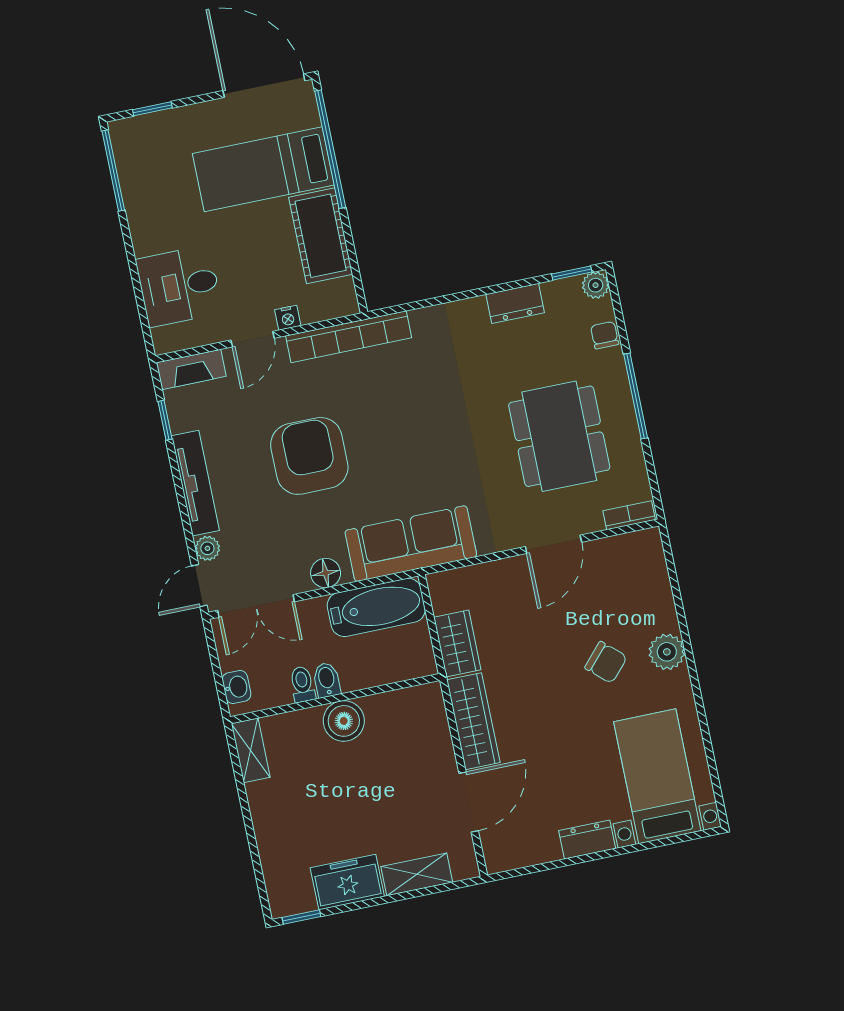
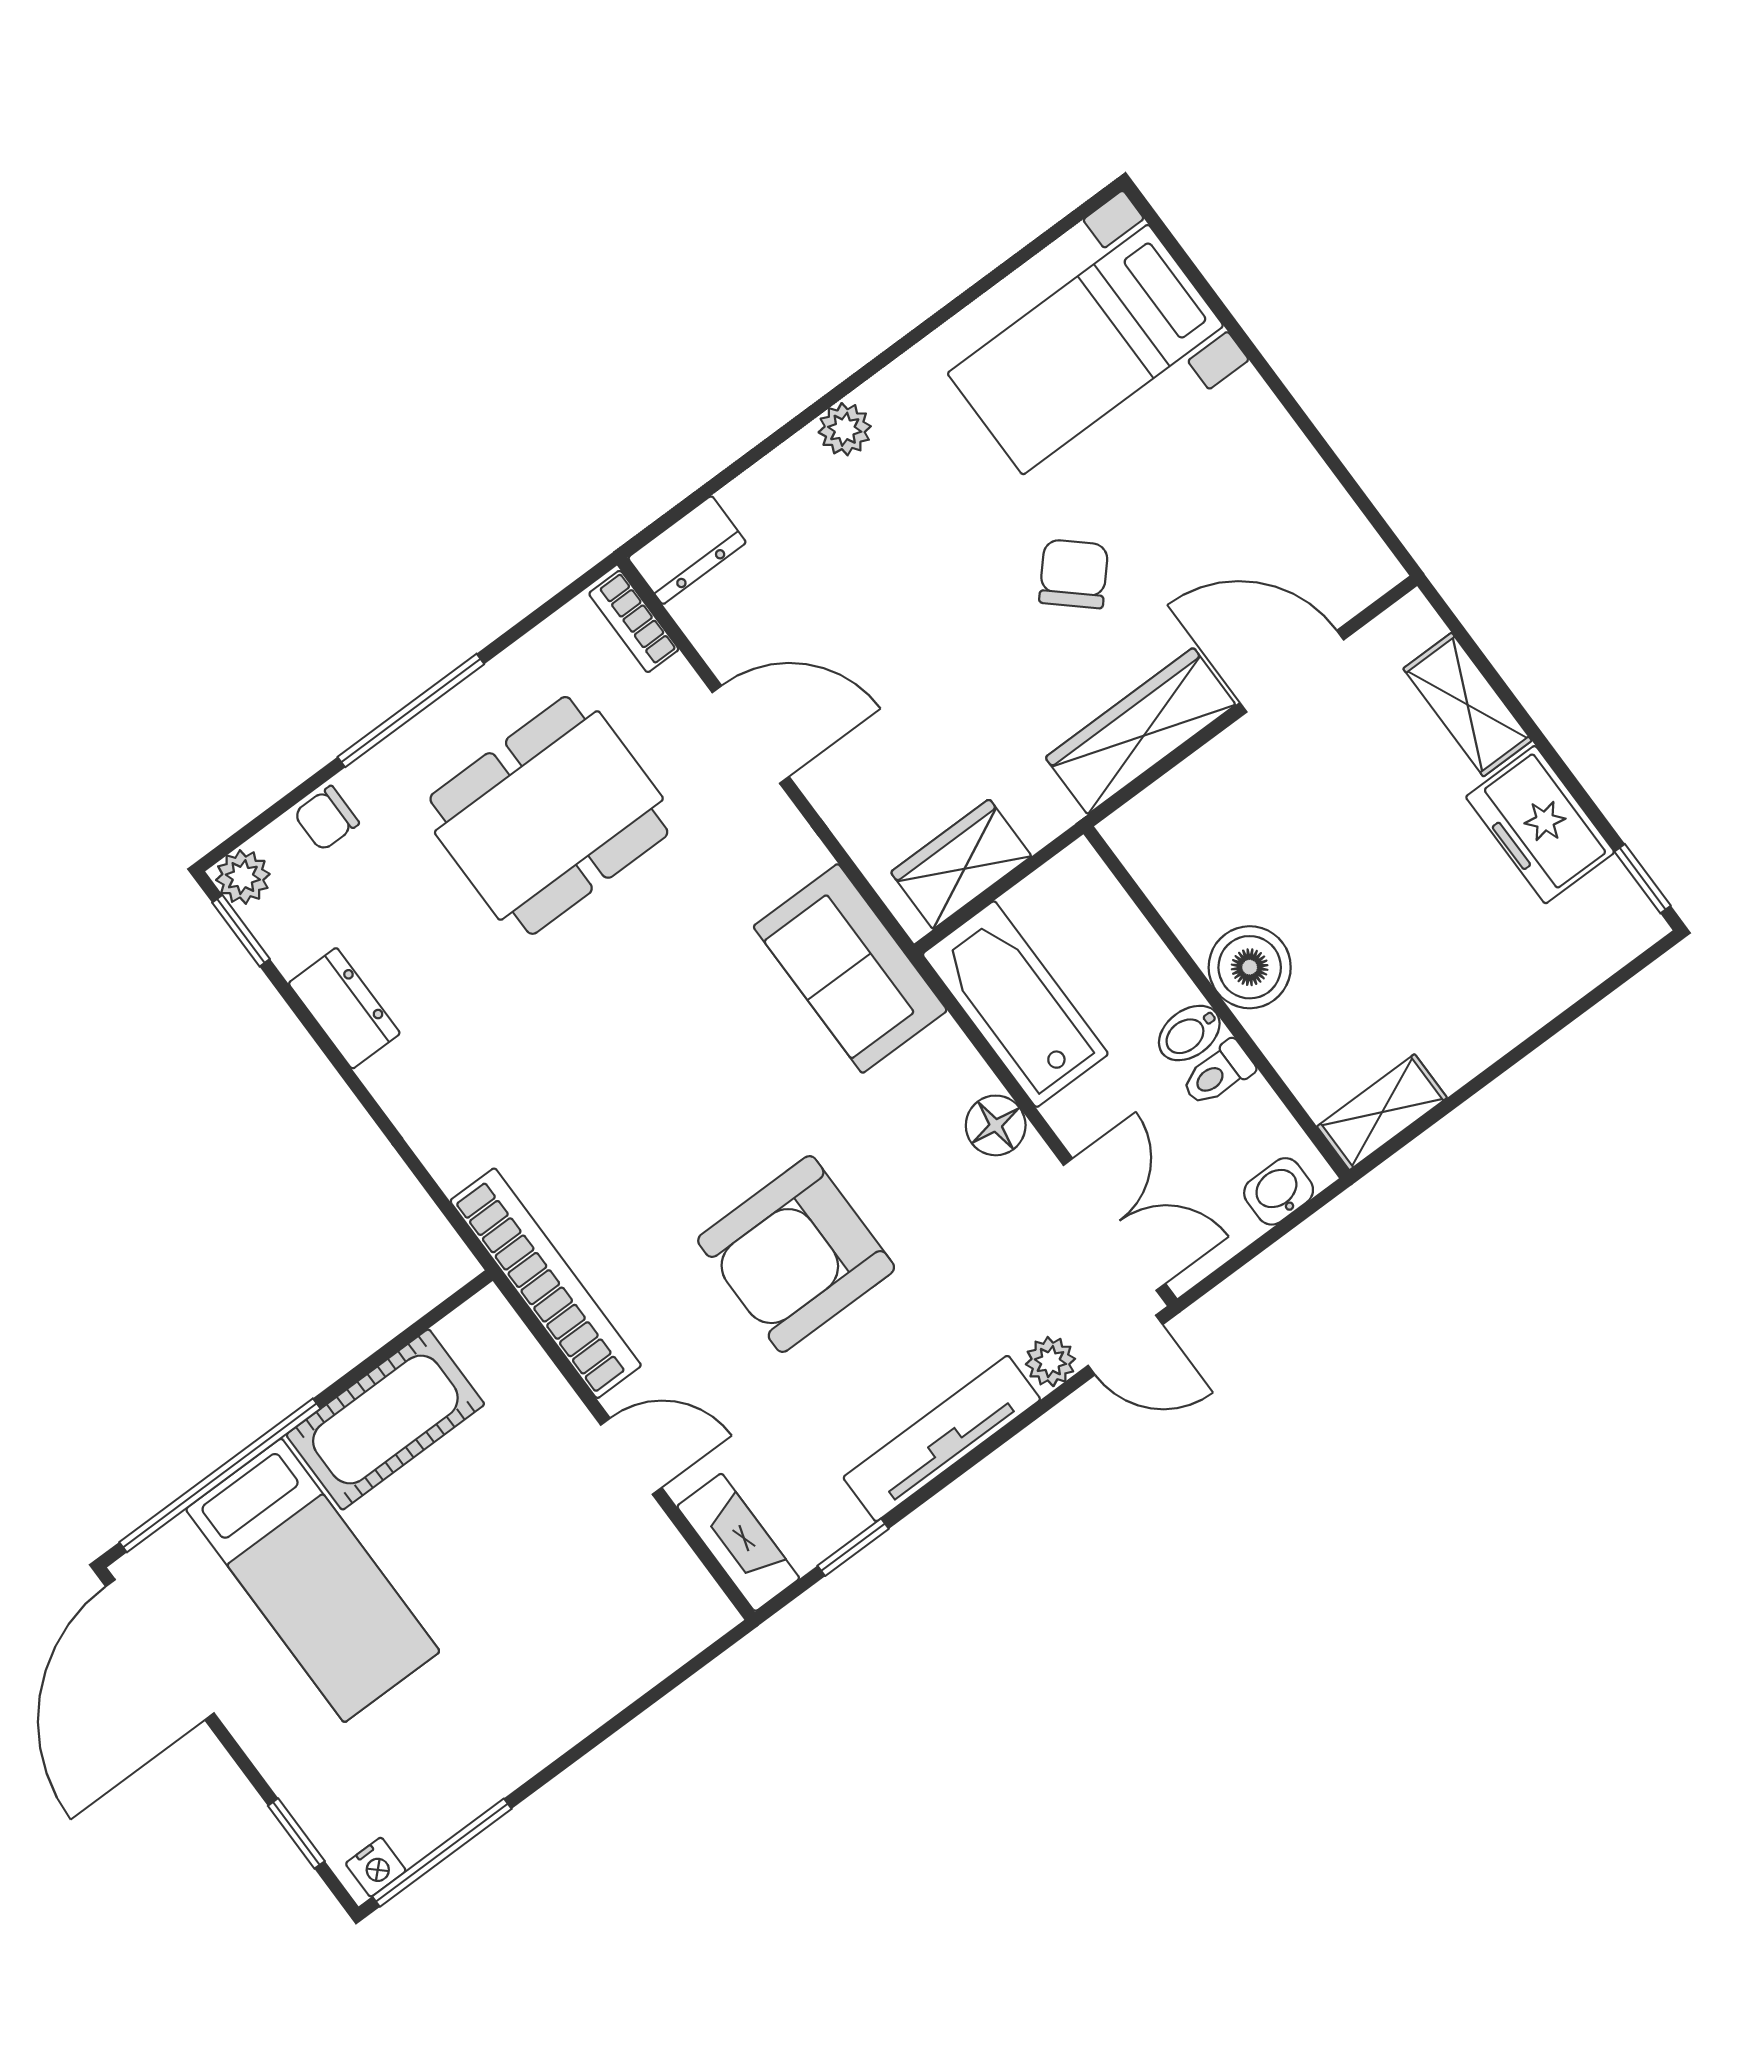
desk: (179, 286) -> (597, 1635), removed
nightstand: (288, 318) -> (376, 1867), moved, turned 90
sofa: (411, 544) -> (850, 968), width x0.73
wardrobe: (457, 644) -> (961, 864), moved
plant: (667, 652) -> (845, 429), width x0.73, depth x0.73
chair: (606, 662) -> (1074, 574), moved
dresser: (587, 840) -> (687, 550), moved, turned -90

